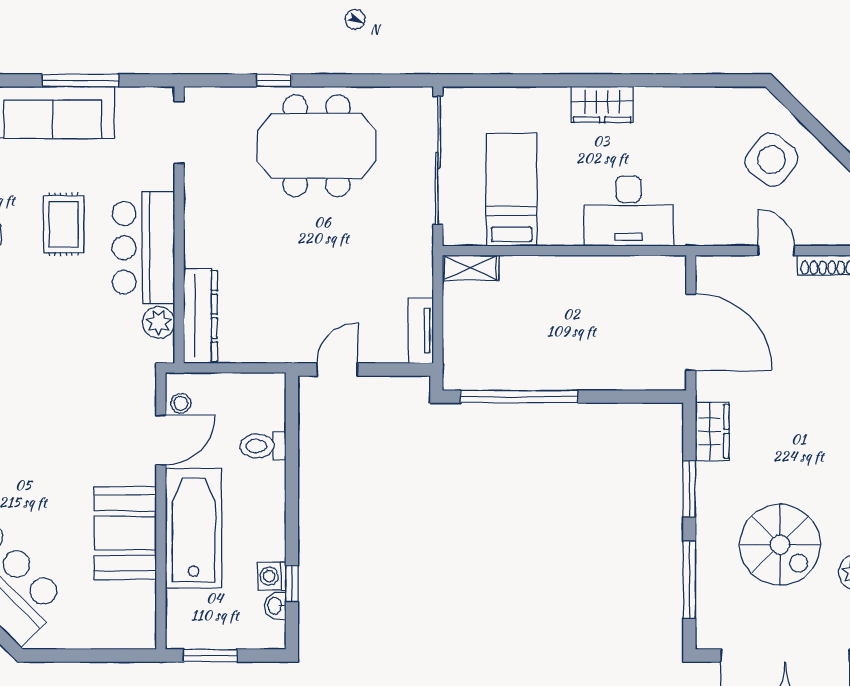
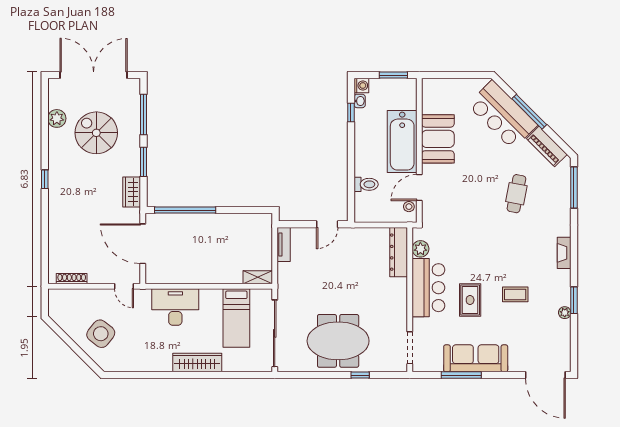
wardrobe: (602, 105) -> (197, 362), width x1.50
door: (776, 251) -> (124, 286), moved
window: (519, 397) -> (185, 210), moved
washing machine: (272, 576) -> (361, 85), moved

